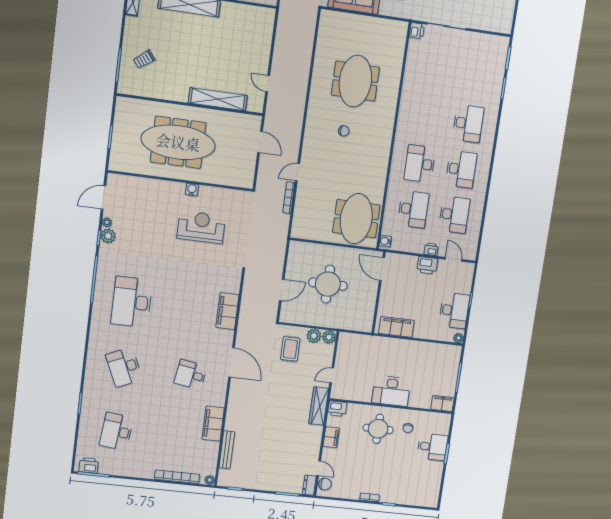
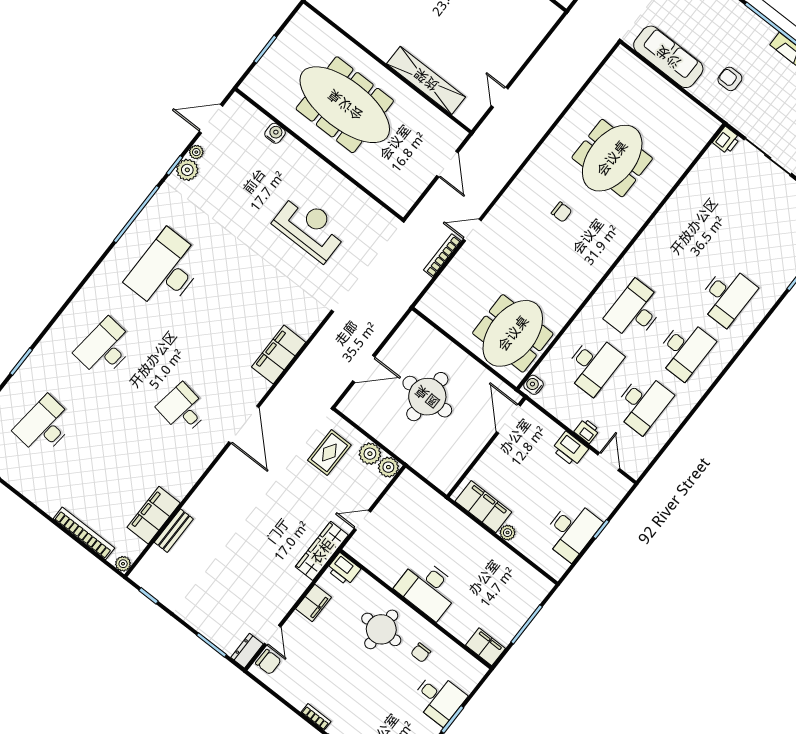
water cooler: (192, 190) -> (275, 133), moved
plant: (458, 338) -> (508, 533), moved
desk: (124, 367) -> (105, 348), turned 30
filing cabinet: (213, 424) -> (154, 515), moved
bench: (227, 450) -> (174, 531), width x0.73

